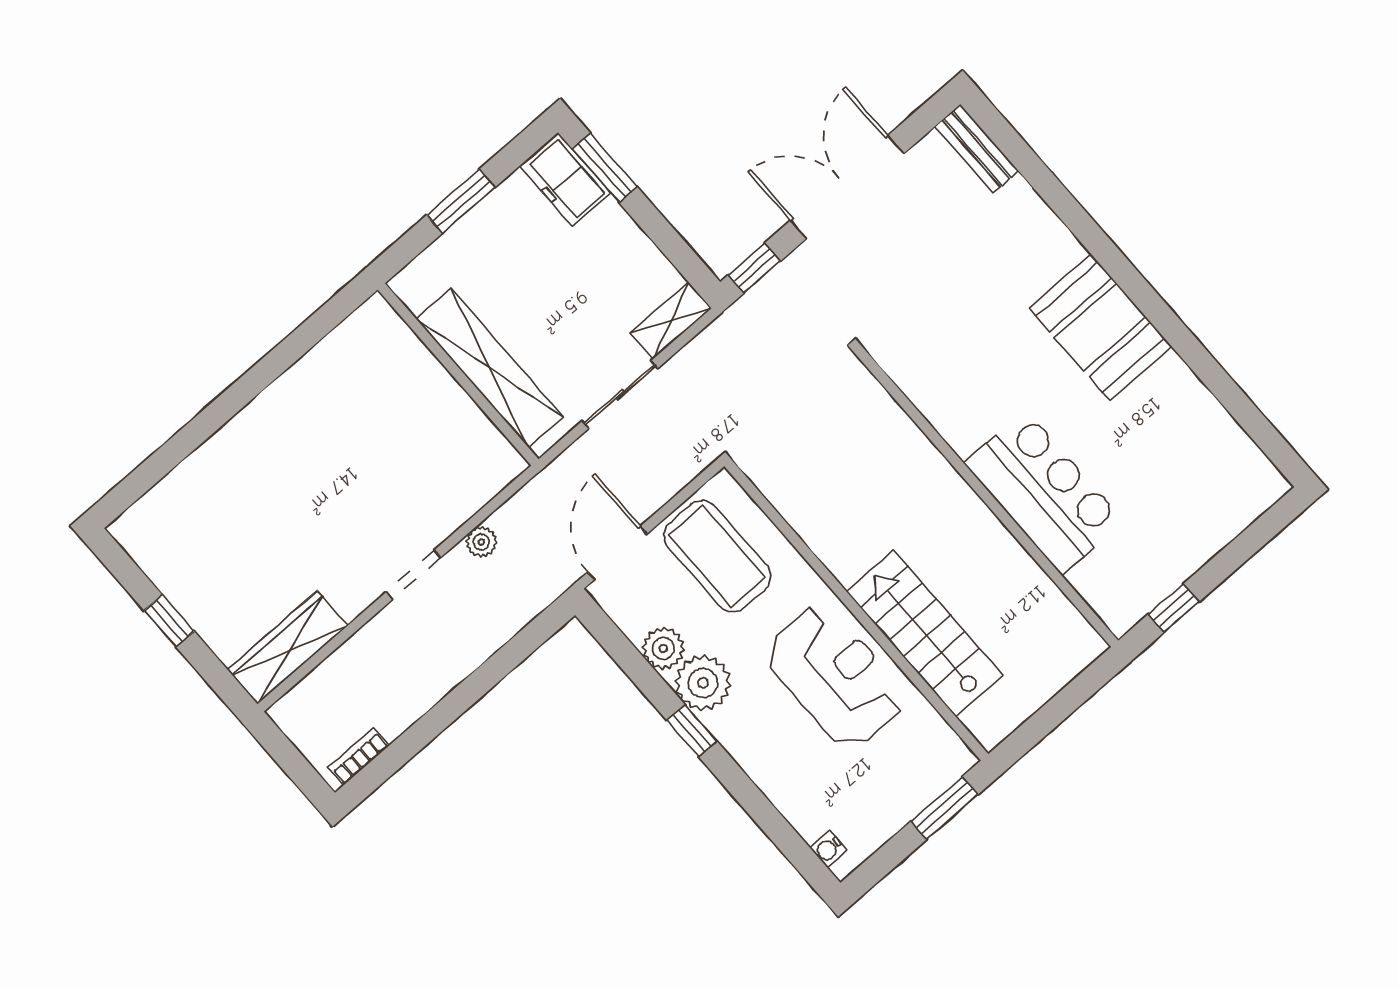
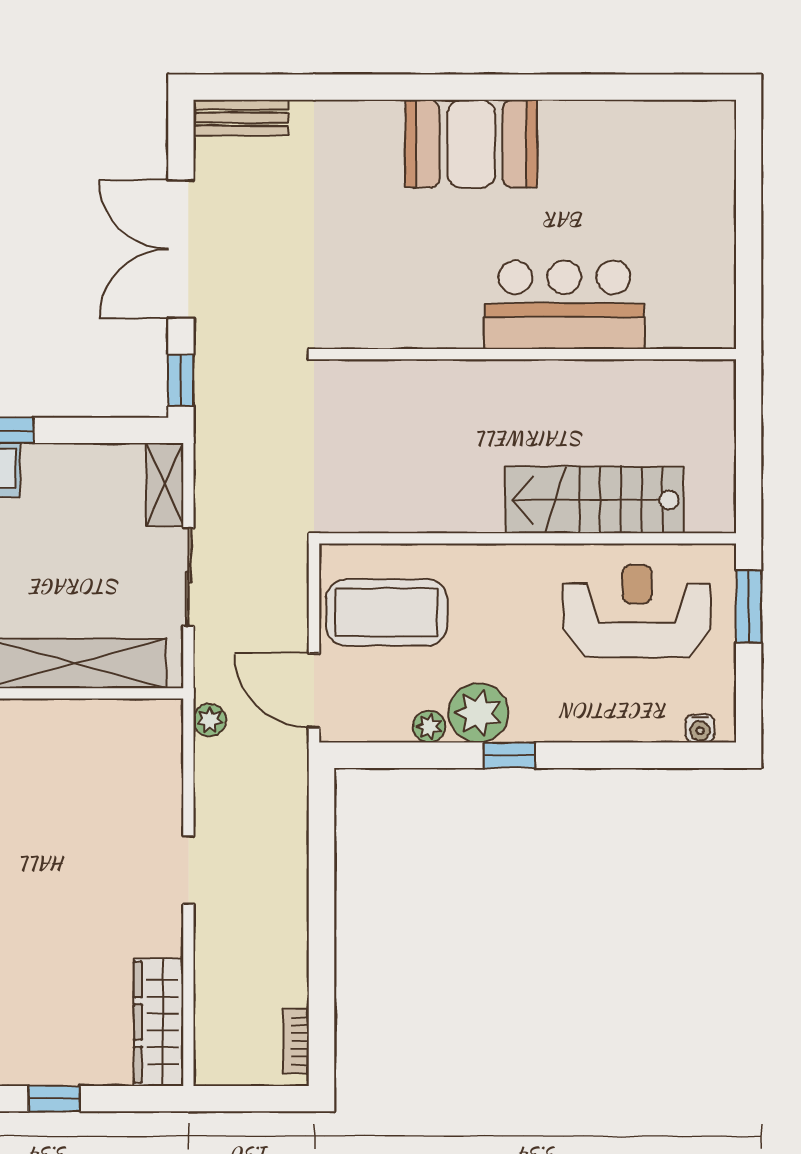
plant: (481, 542) -> (210, 720), moved
window: (1174, 608) -> (749, 281), removed
plant: (663, 648) -> (429, 727), width x0.73, depth x0.73
reception desk: (835, 676) -> (637, 611), moved

